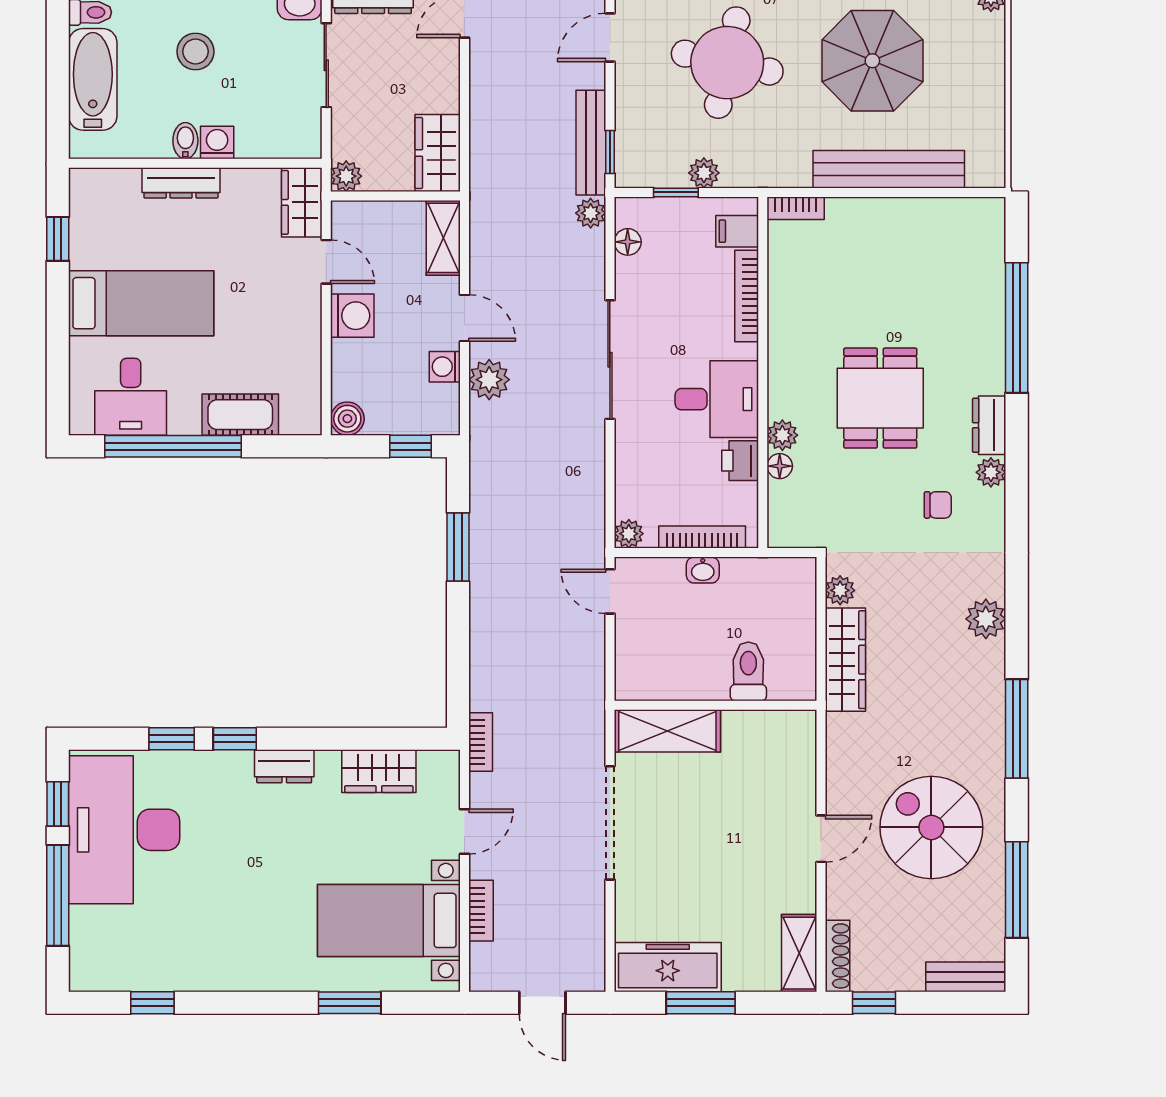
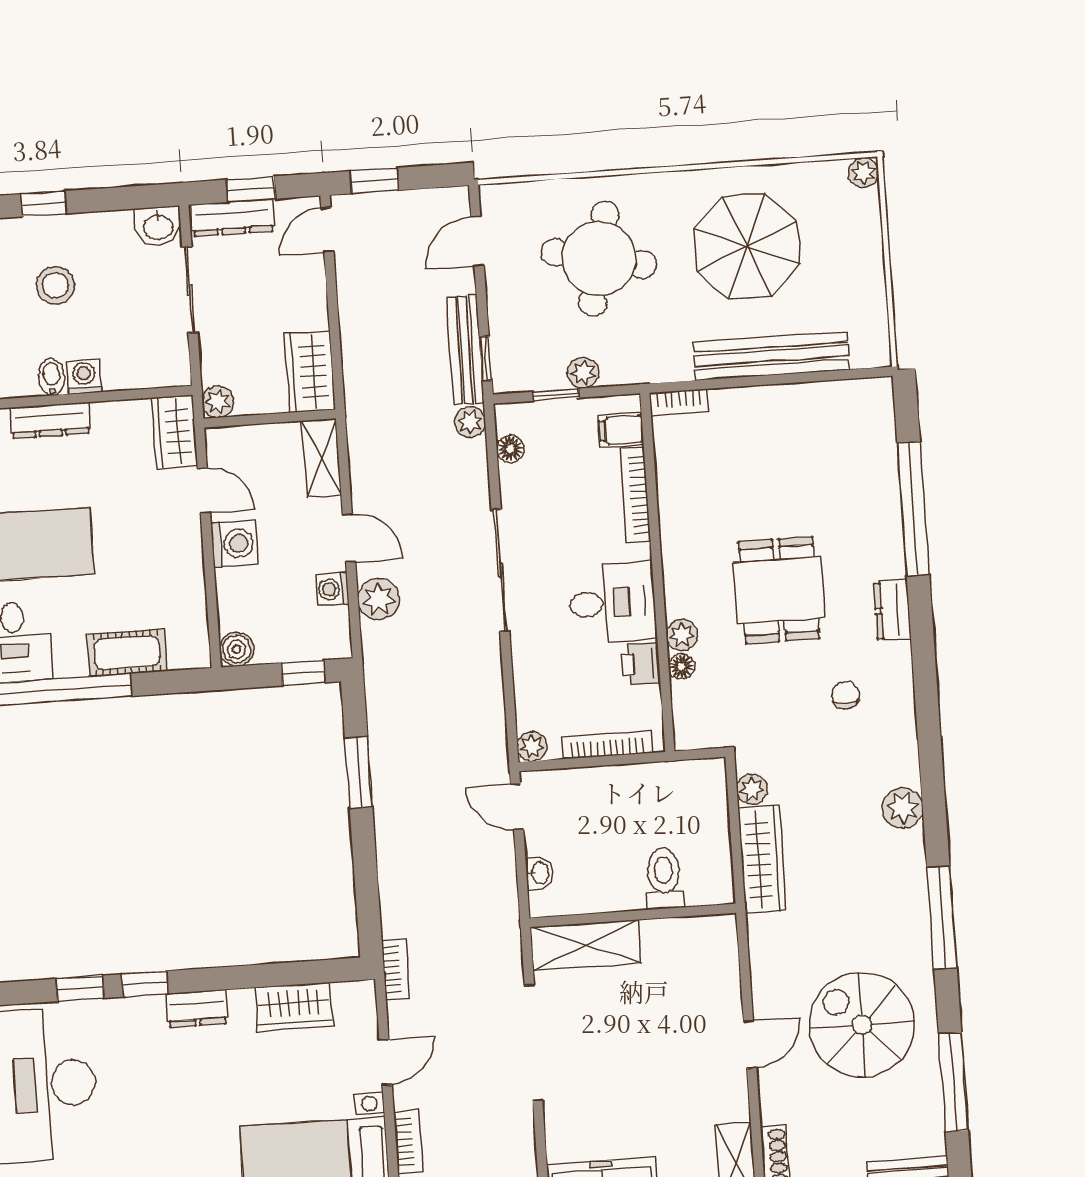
plant: (991, 472) -> (897, 658), removed
chair: (938, 505) -> (846, 695), turned -90
washbasin: (703, 570) -> (540, 873), moved, turned -90

